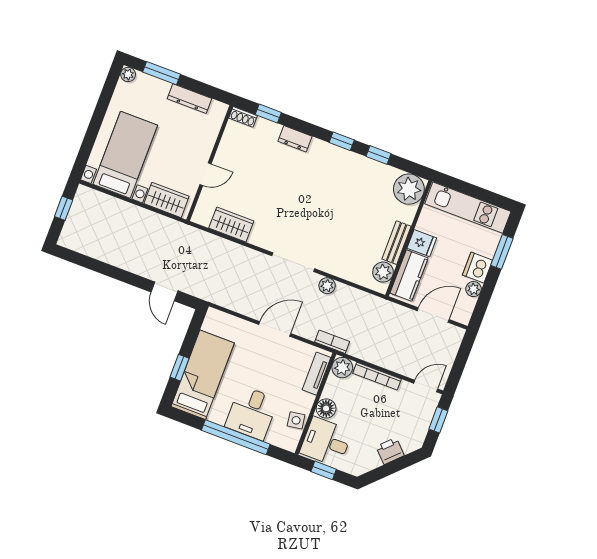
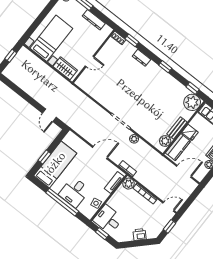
window: (378, 155) -> (193, 88), moved
wardrobe: (231, 224) -> (95, 92), removed
floor lamp: (326, 408) -> (113, 202), removed

